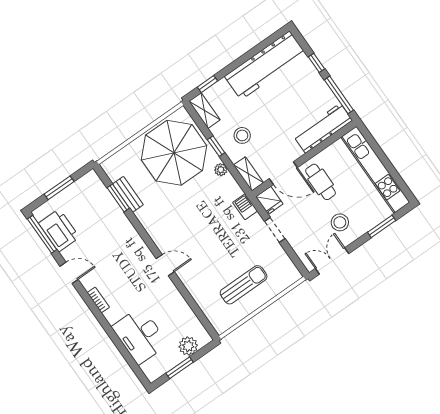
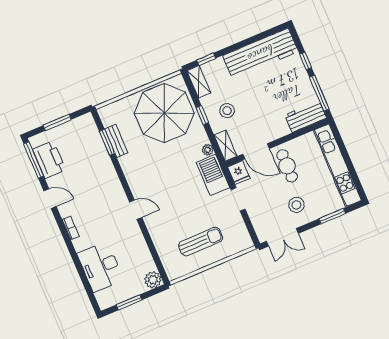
workbench: (323, 128) -> (306, 117), width x0.73
plant: (221, 170) -> (208, 150), moved
barbecue: (245, 207) -> (213, 175), width x1.88, depth x1.53
double door: (332, 261) -> (282, 237), swing flipped
plant: (188, 346) -> (153, 280), moved

